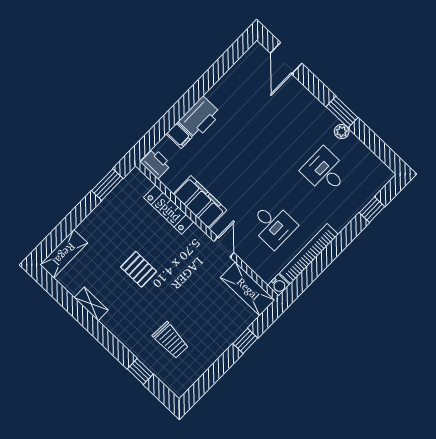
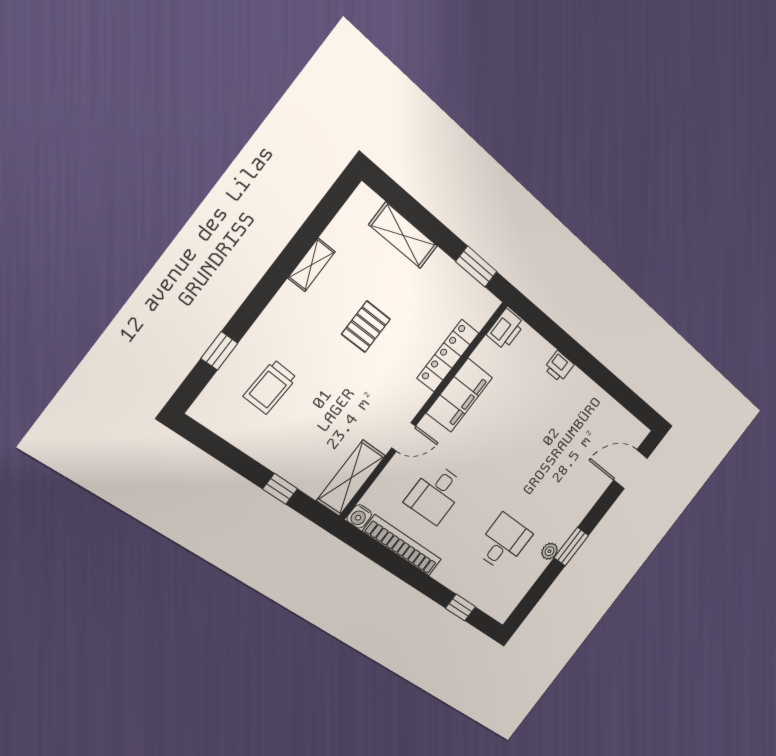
printer: (200, 117) -> (559, 366), width x0.53, depth x0.68
filing cabinet: (179, 135) -> (541, 354), removed
shelving: (64, 254) -> (403, 235), moved

